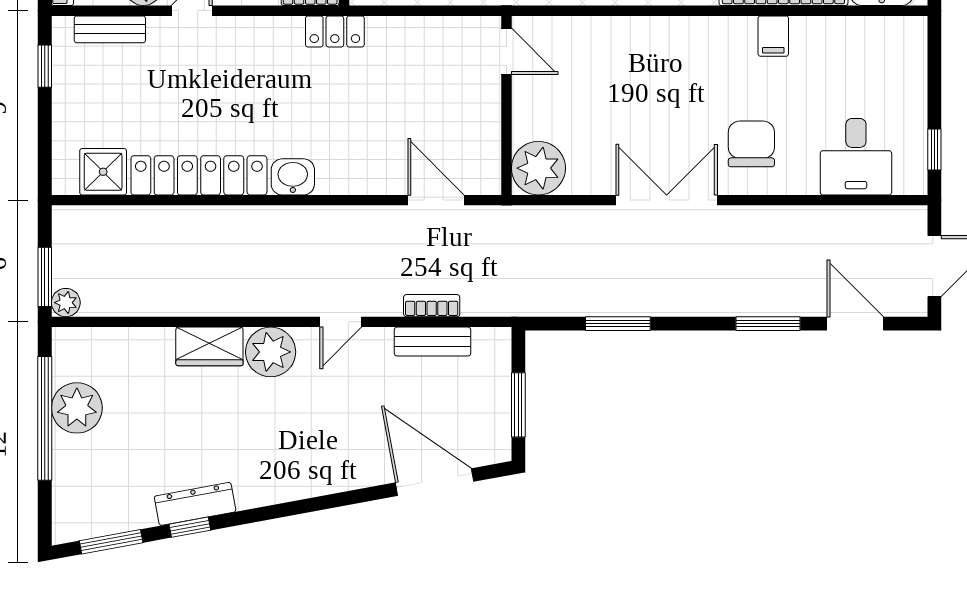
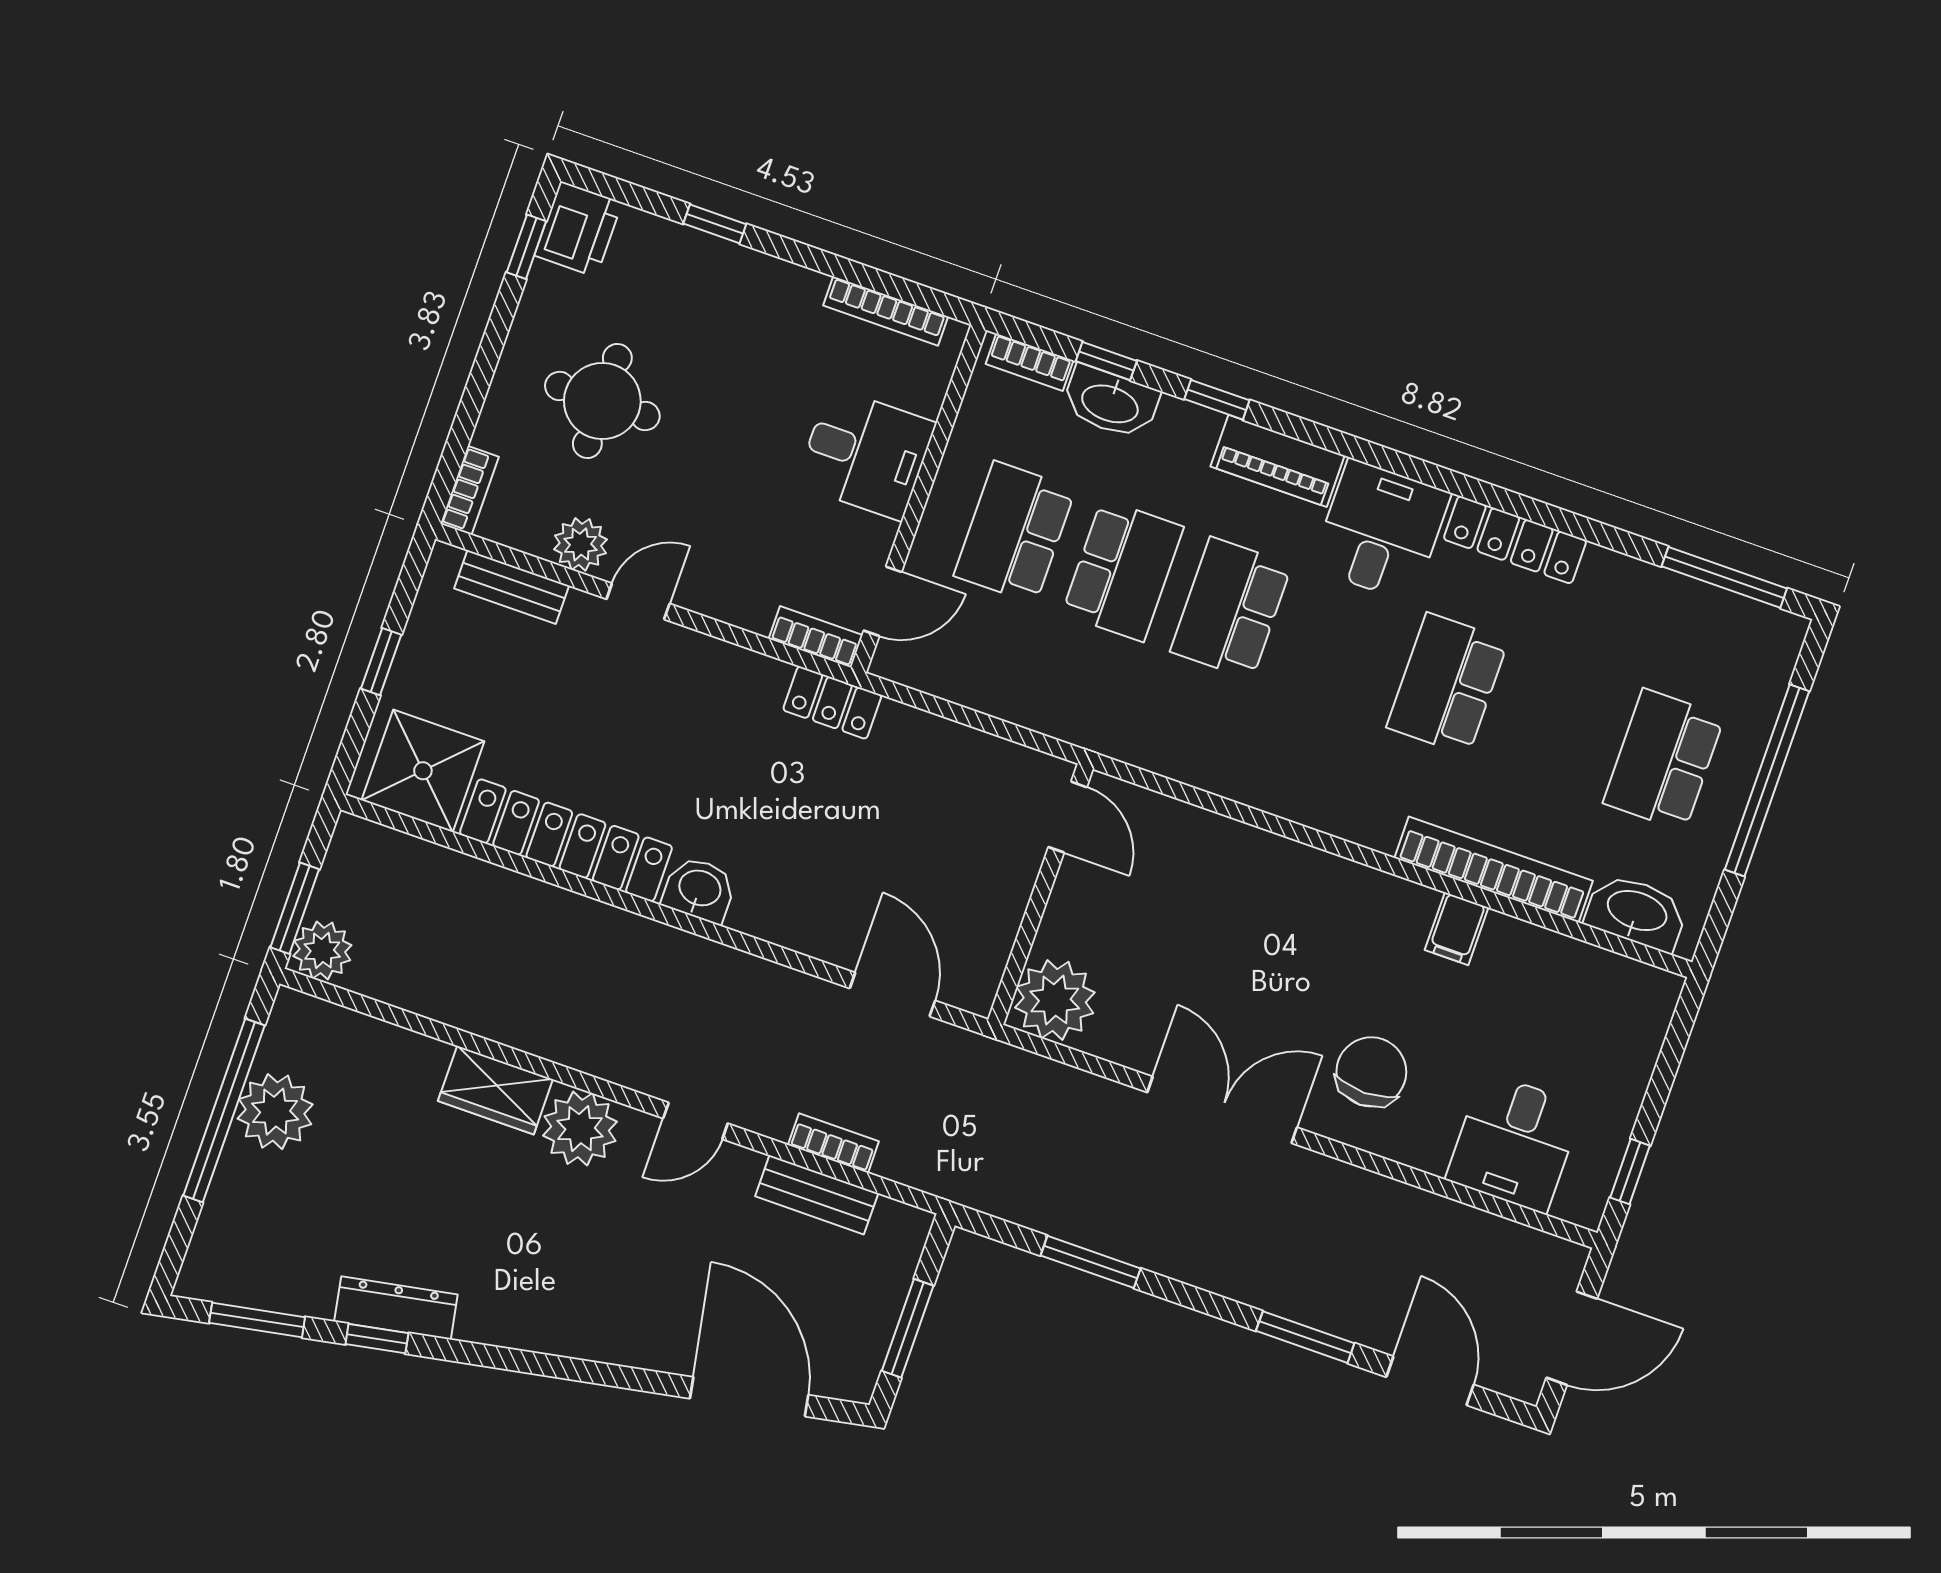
window: (45, 66) -> (381, 662), moved
shower: (103, 172) -> (423, 771), width x1.36, depth x1.36
plant: (66, 303) -> (322, 951), width x1.38, depth x1.38

